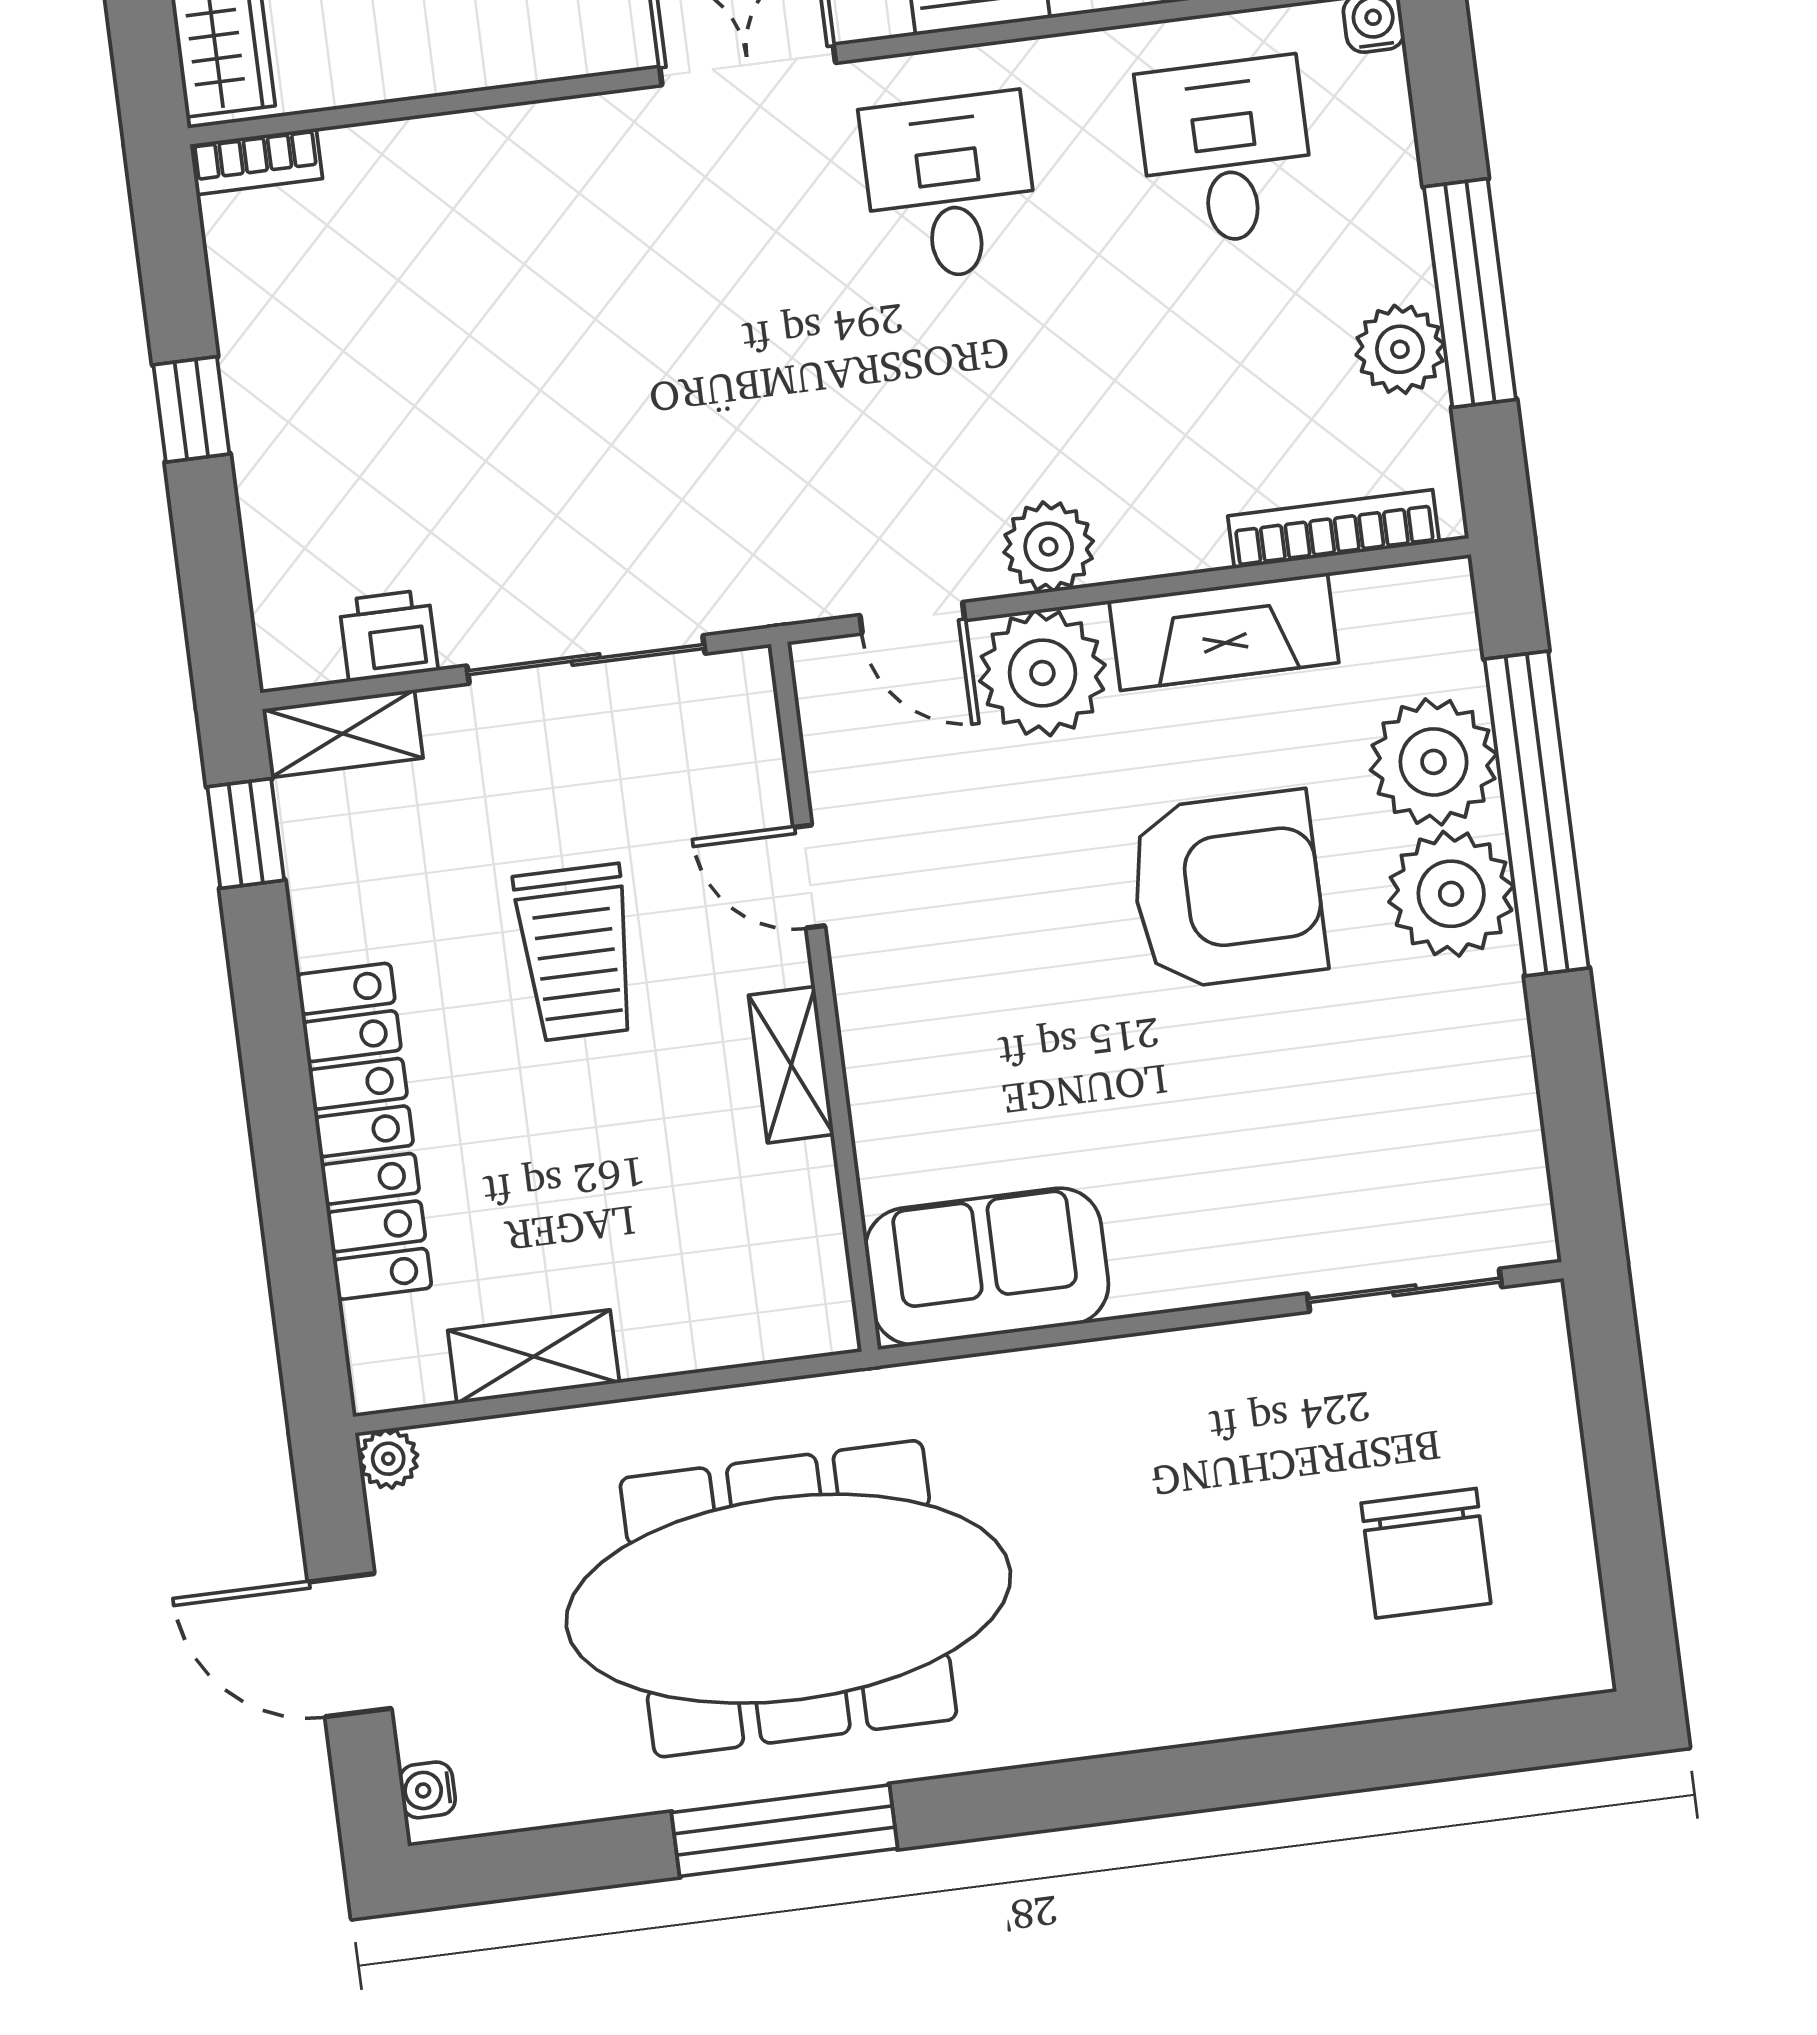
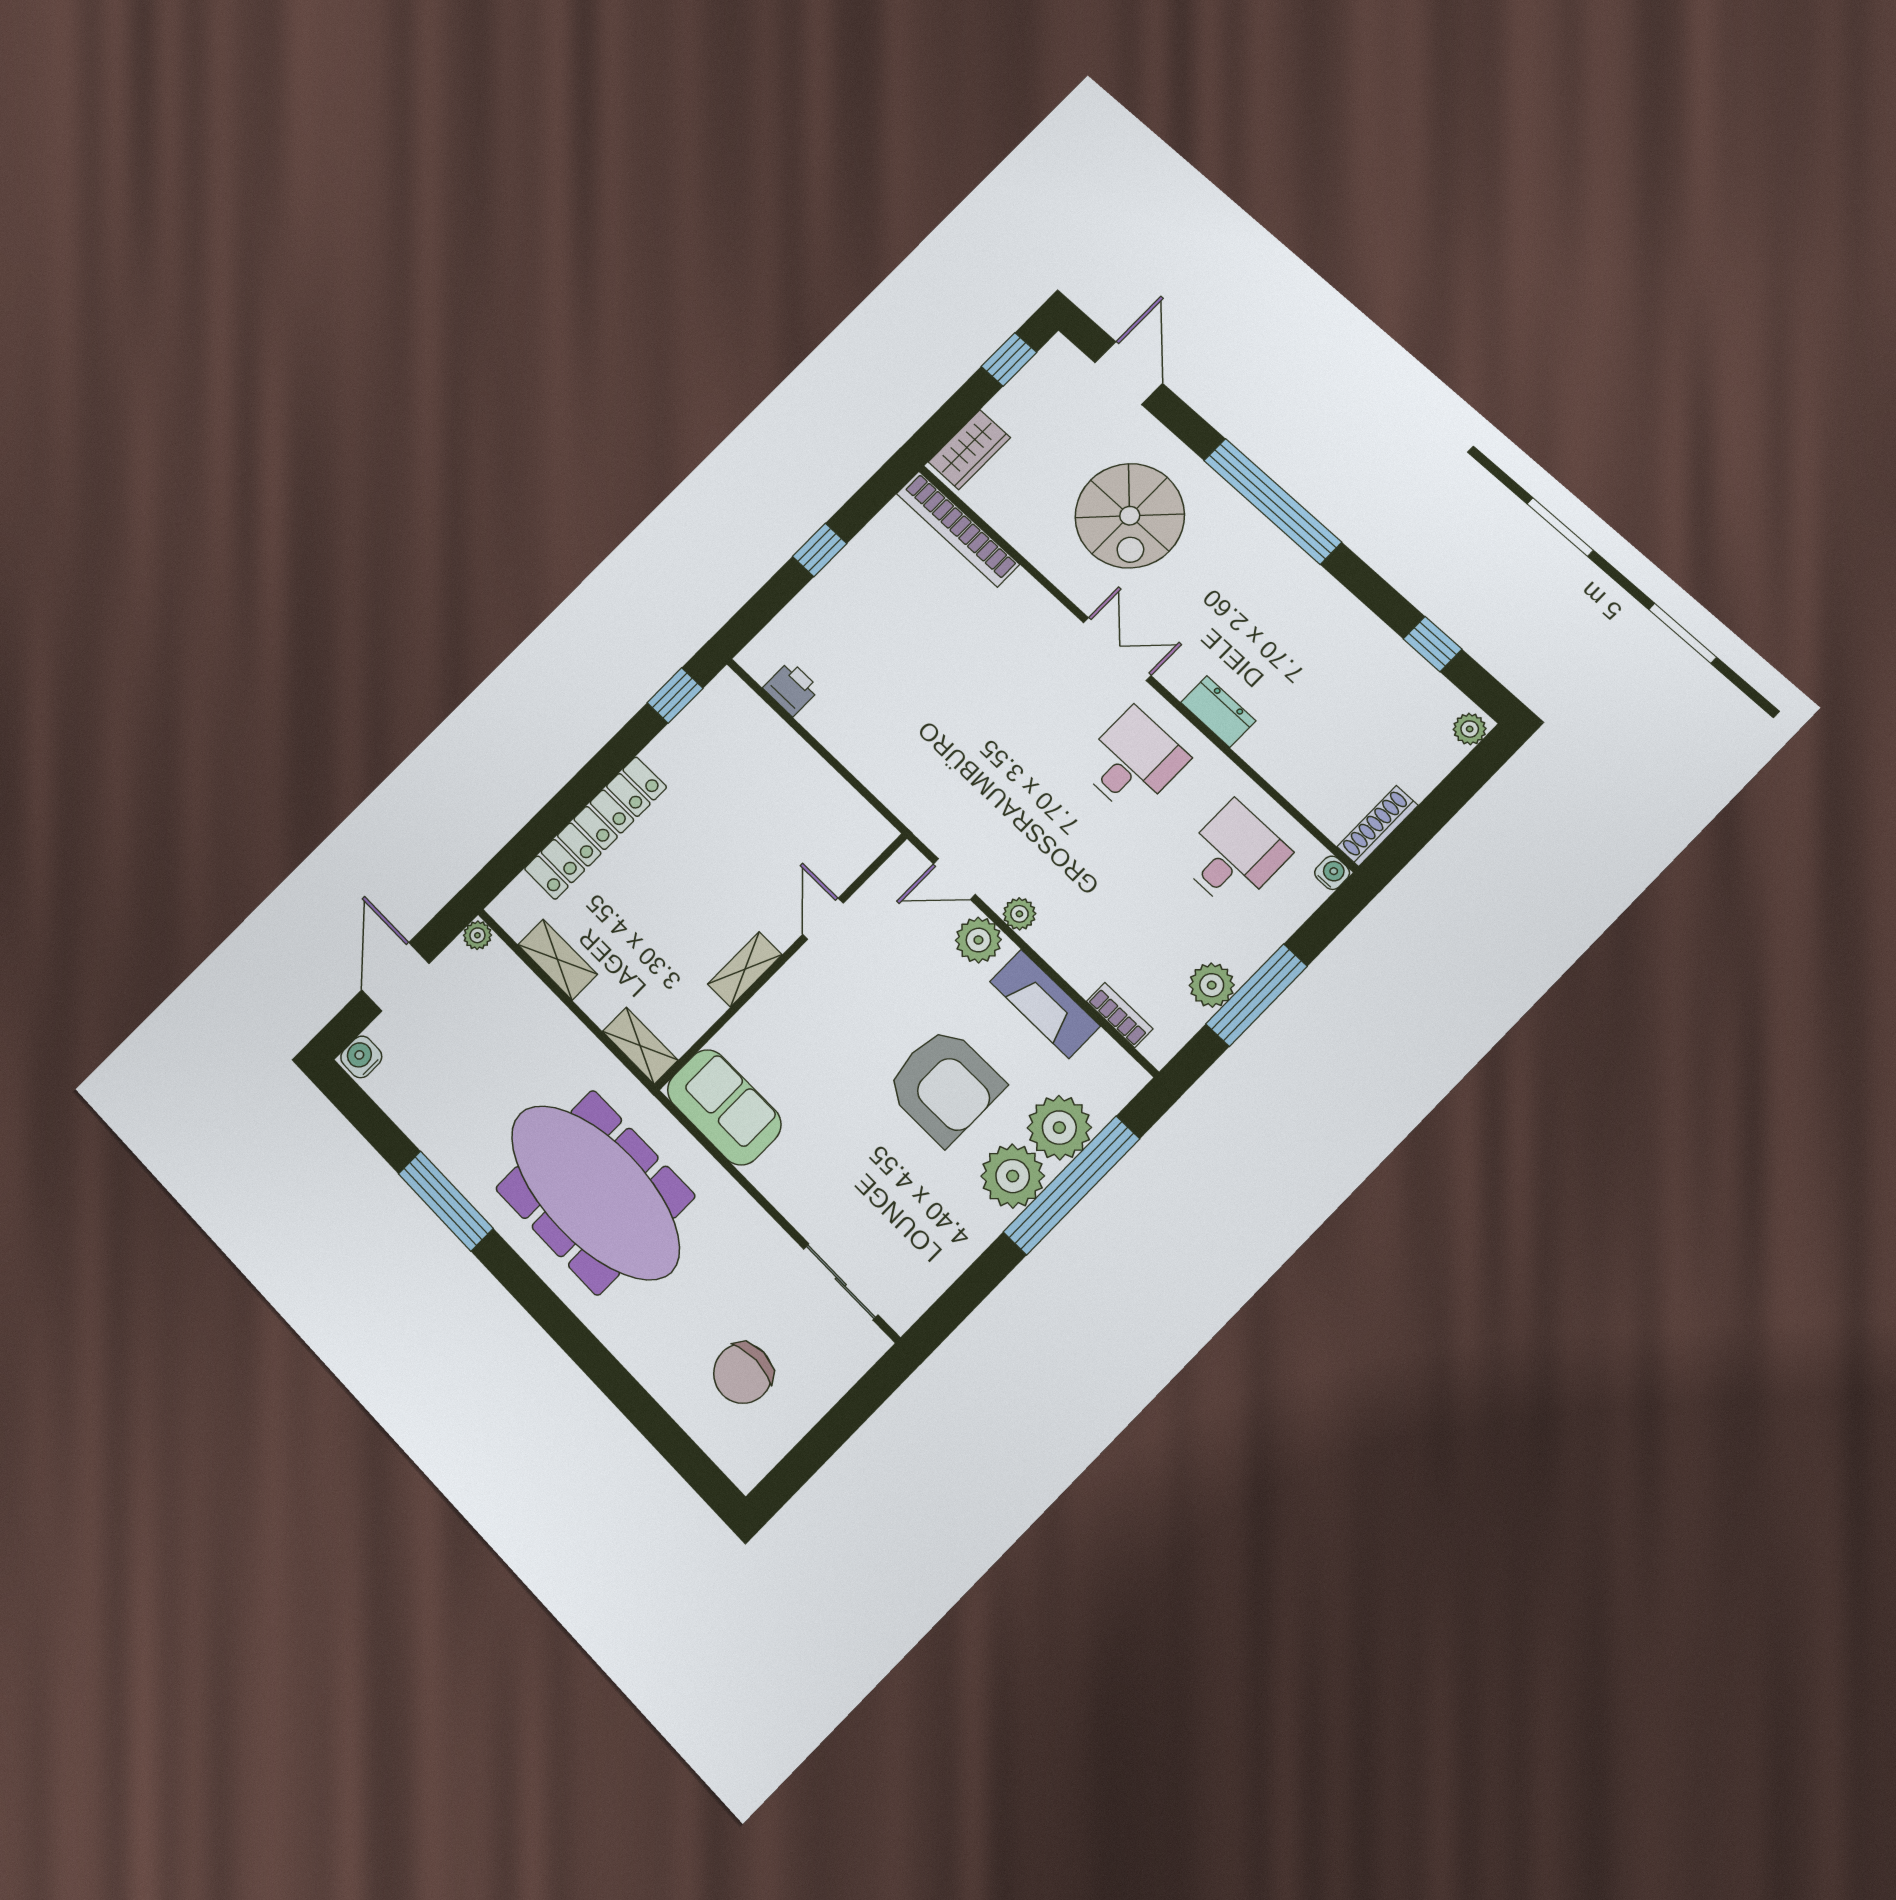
bookcase: (256, 162) -> (958, 529), width x2.31, depth x1.31
bookcase: (1334, 529) -> (1120, 1015), width x0.64
plant: (1049, 547) -> (1019, 914), width x0.73, depth x0.73
door: (912, 618) -> (954, 879), hinge flipped
sliding door: (586, 660) -> (840, 769), removed
plant: (1042, 673) -> (978, 940), width x0.73, depth x0.73
shelving: (343, 734) -> (640, 1046), moved
trolley: (576, 952) -> (725, 853), removed
meeting table: (788, 1599) -> (595, 1192), moved
water cooler: (427, 1790) -> (361, 1057), width x1.38, depth x1.38

